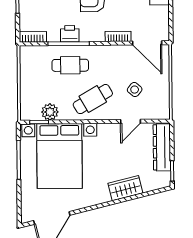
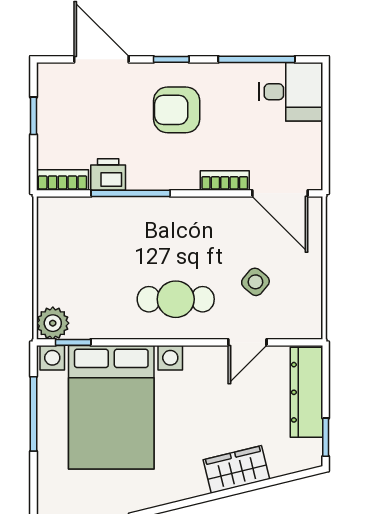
printer: (70, 34) -> (108, 174), moved
cafe table: (70, 65) -> (133, 235), removed
cafe table: (93, 99) -> (176, 299), turned 30
plant: (50, 112) -> (53, 323), moved

